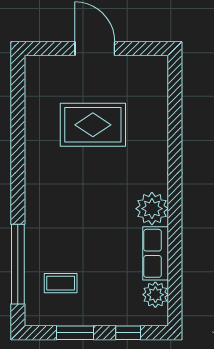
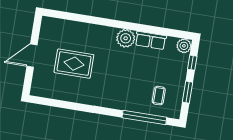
rug: (93, 125) -> (74, 64), turned 90
plant: (155, 295) -> (184, 46), moved

